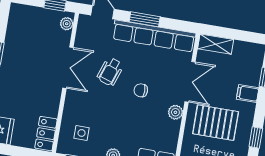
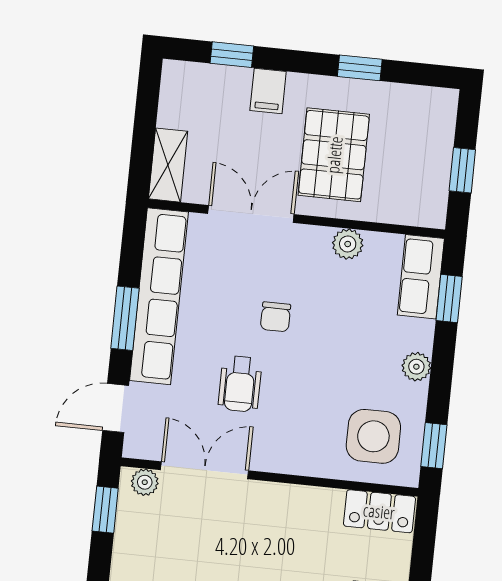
double door: (68, 68) -> (205, 470), moved
wheelchair: (110, 72) -> (240, 384), turned 71
plant: (175, 112) -> (348, 244), moved
side table: (82, 133) -> (373, 436), width x1.87, depth x1.87

